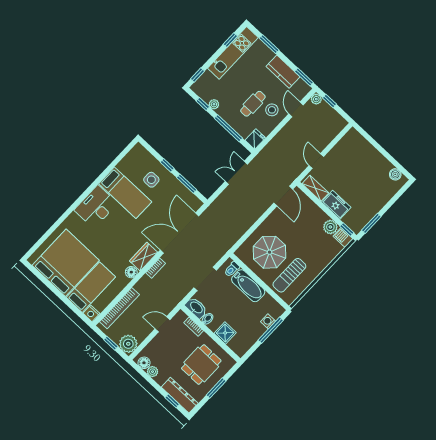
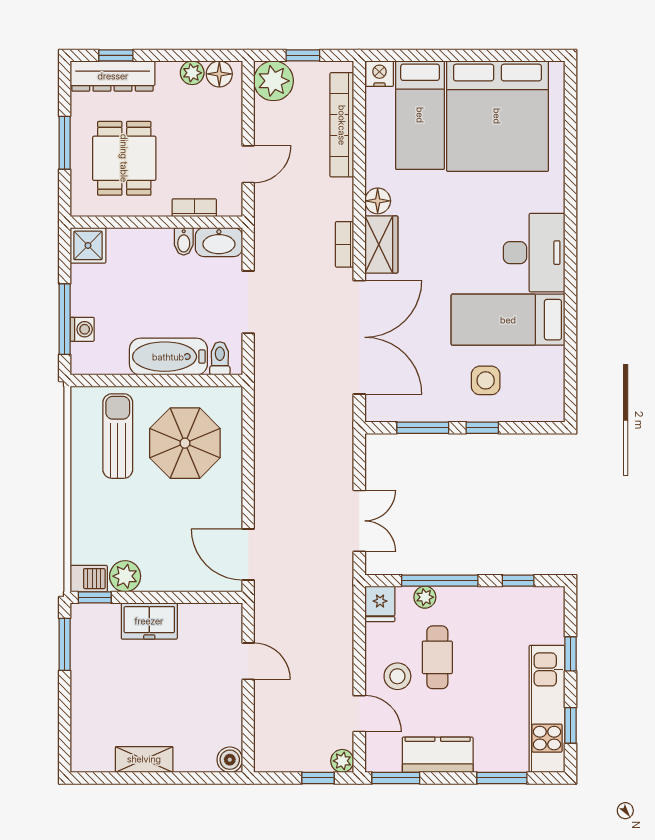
window: (197, 75) -> (570, 654), moved
plant: (214, 104) -> (425, 597), moved
boiler: (395, 174) -> (230, 760), moved
shelving: (315, 188) -> (144, 759), moved
shower: (225, 333) -> (88, 245), moved

